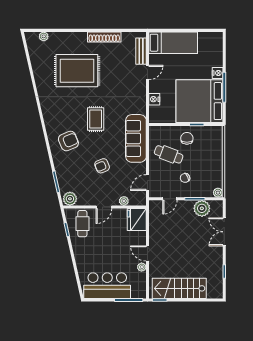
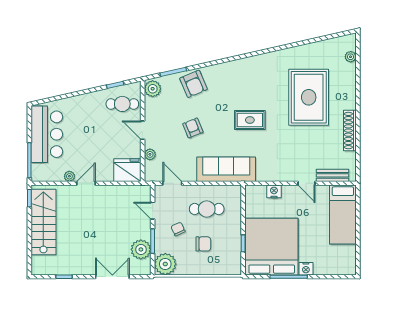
chair: (187, 138) -> (203, 244), moved
armchair: (68, 141) -> (194, 84), moved
cafe table: (169, 154) -> (207, 209), turned 69
plant: (218, 193) -> (165, 264), width x1.88, depth x1.88

